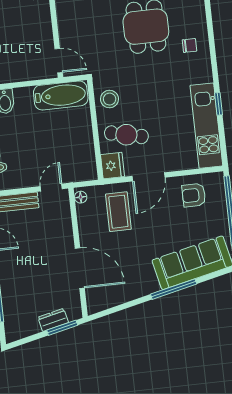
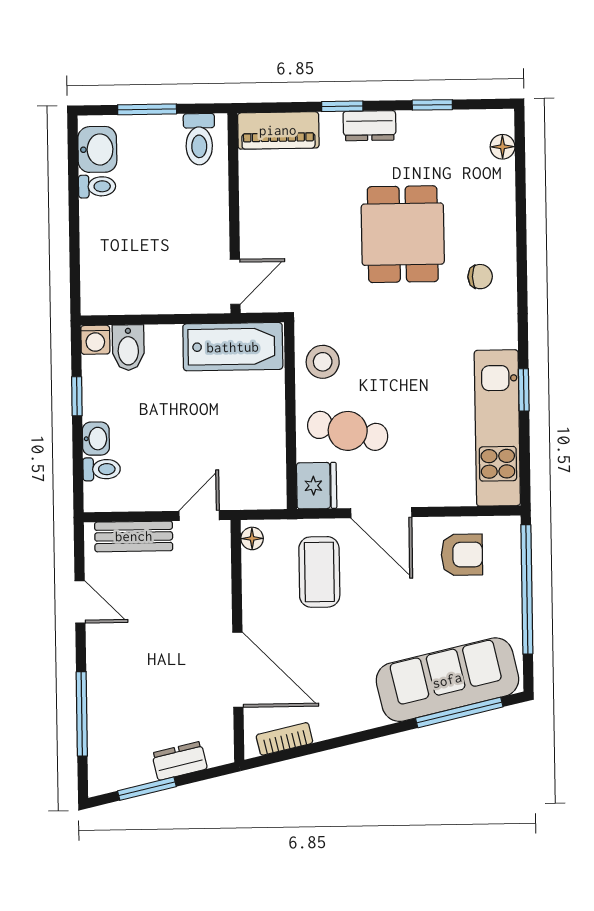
door: (59, 61) -> (235, 282), hinge flipped
door: (149, 177) -> (381, 513), hinge flipped
armchair: (194, 195) -> (462, 555), turned 180
window: (174, 289) -> (459, 712), moved
bookcase: (108, 303) -> (284, 739), added
window: (62, 328) -> (147, 789), moved

